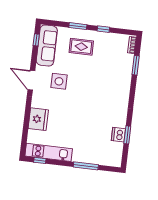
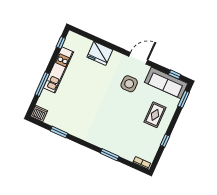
window: (78, 26) -> (184, 99), moved
window: (136, 65) -> (110, 155), moved
dishwasher: (118, 135) -> (39, 113), moved
kitchen unit: (49, 152) -> (58, 70), moved

